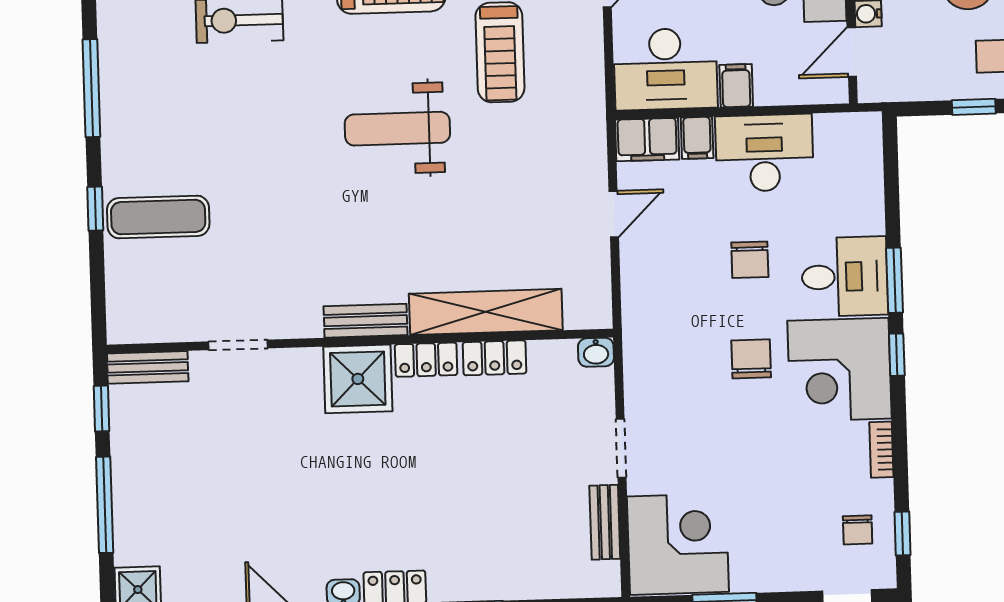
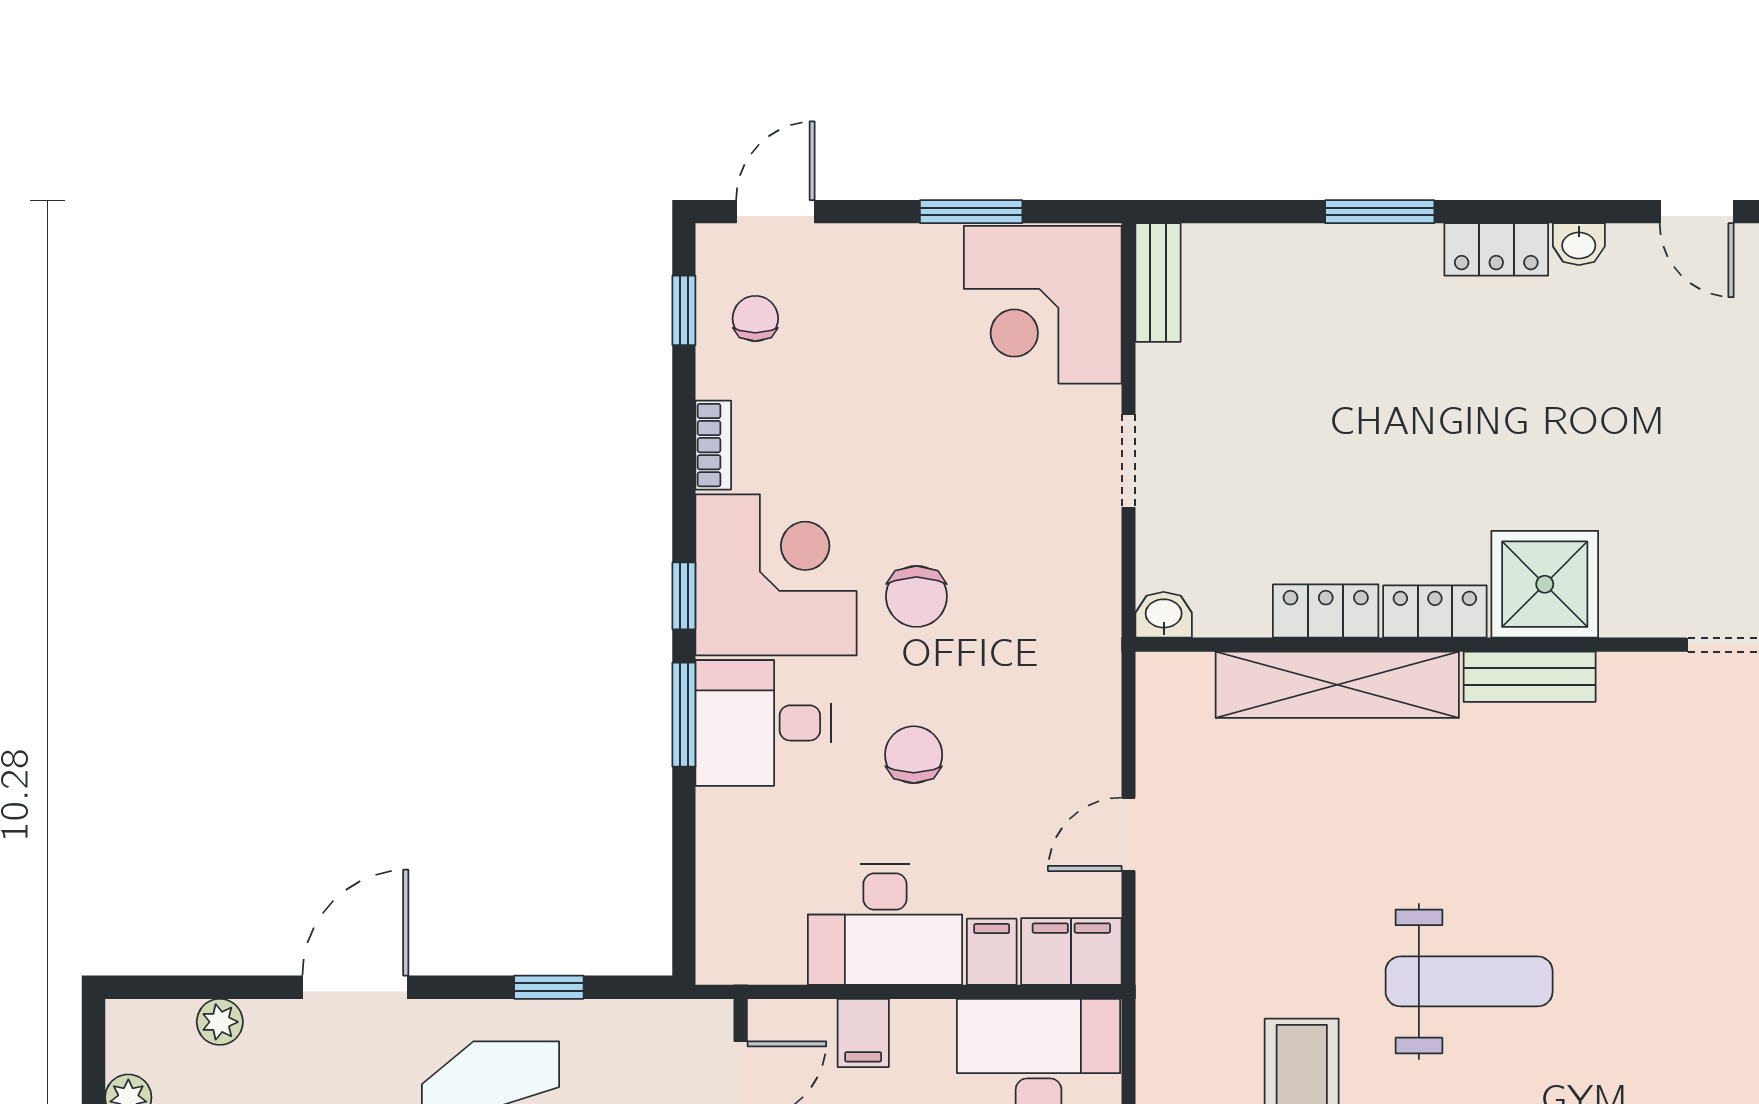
filing cabinet: (736, 86) -> (863, 1033), moved
bench: (605, 522) -> (1158, 283), moved

